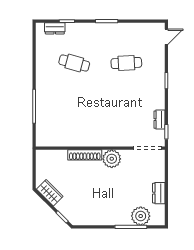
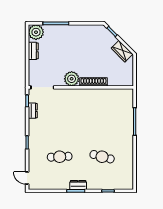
dresser: (55, 28) -> (78, 185), moved
door: (166, 37) -> (27, 178), hinge flipped
plant: (141, 216) -> (36, 32), moved

